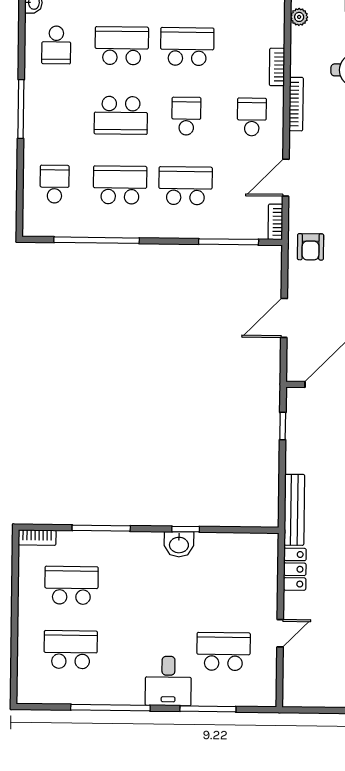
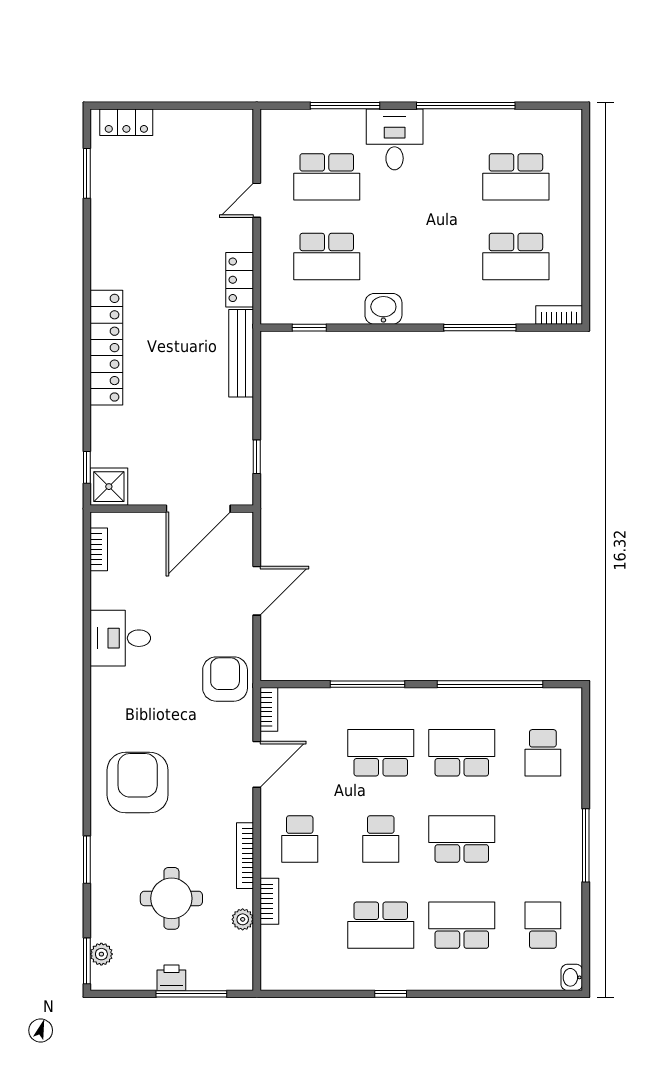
plant: (299, 17) -> (243, 919), moved
school desk: (122, 46) -> (462, 925), turned 180
school desk: (120, 185) -> (462, 753), turned 180
school desk: (185, 186) -> (381, 753), turned 180
window: (229, 242) -> (367, 684), moved
armchair: (311, 247) -> (225, 679), width x1.38, depth x1.38
window: (186, 529) -> (309, 328), moved
school desk: (224, 587) -> (327, 256), added

